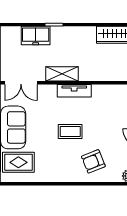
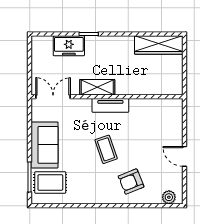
double door: (21, 83) -> (53, 97), swing flipped
coffee table: (70, 132) -> (106, 149), turned 71

